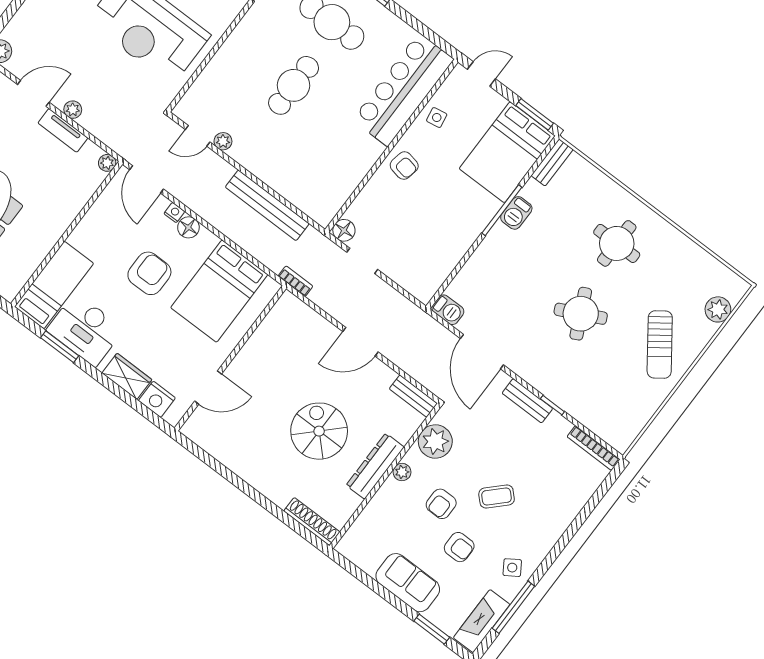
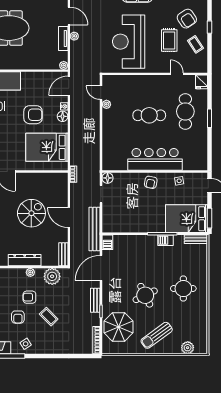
bar counter: (403, 90) -> (155, 159), moved
bench: (267, 205) -> (95, 229), moved
parasol: (599, 396) -> (118, 327), added
spiral stairs: (319, 431) -> (31, 213), moved

